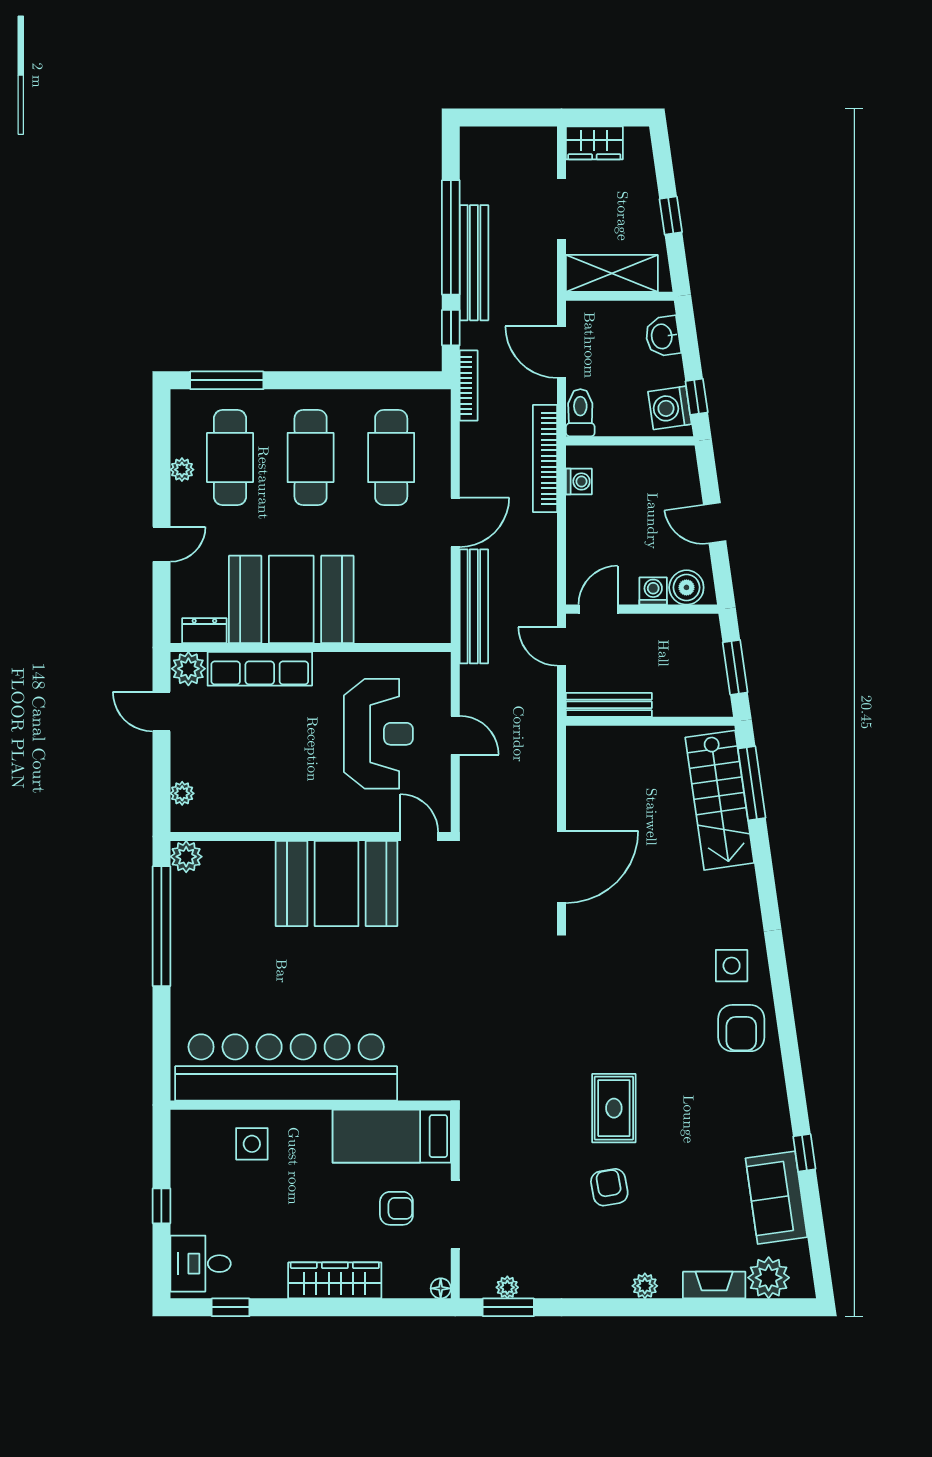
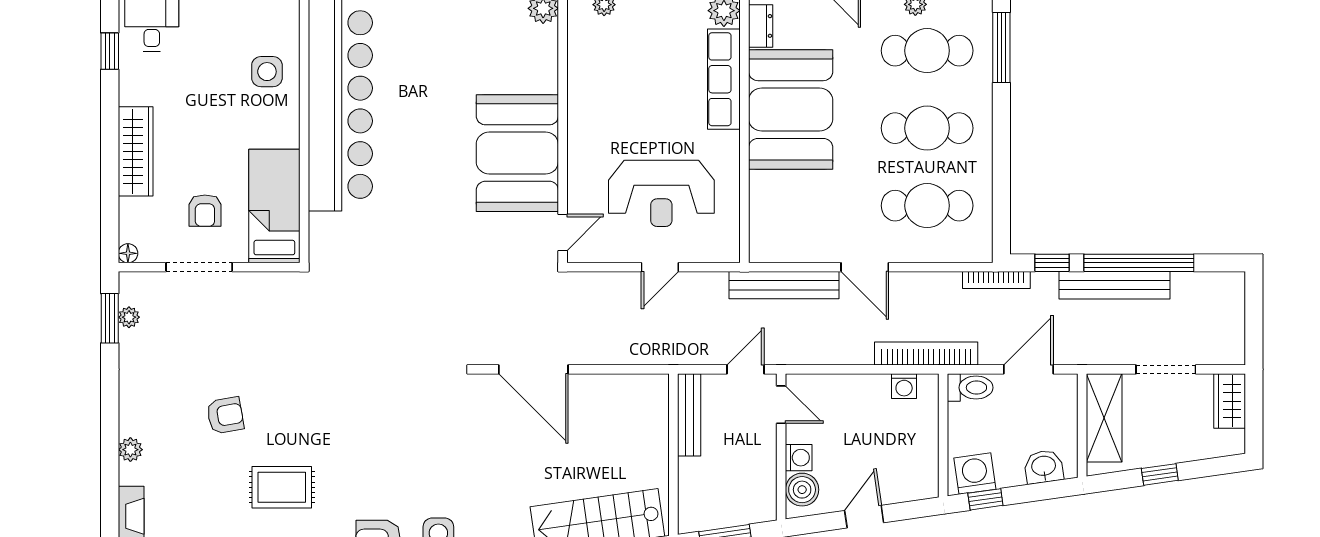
rug: (614, 1108) -> (282, 487), moved

